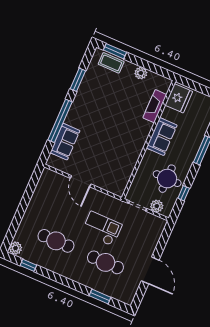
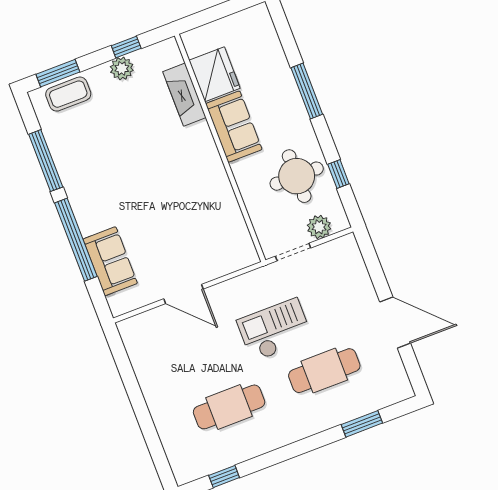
window: (150, 67) -> (126, 47), added
window: (78, 80) -> (46, 161), width x1.44
fridge: (179, 98) -> (215, 74), moved
plant: (16, 248) -> (184, 470), removed

